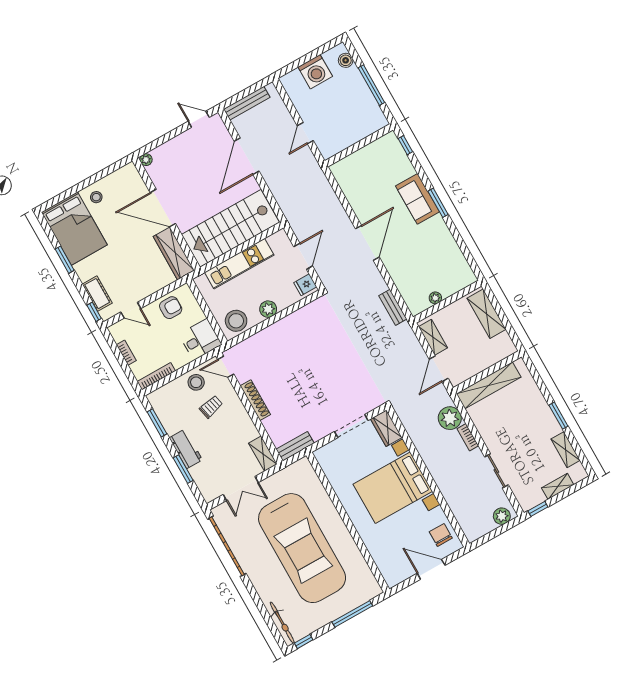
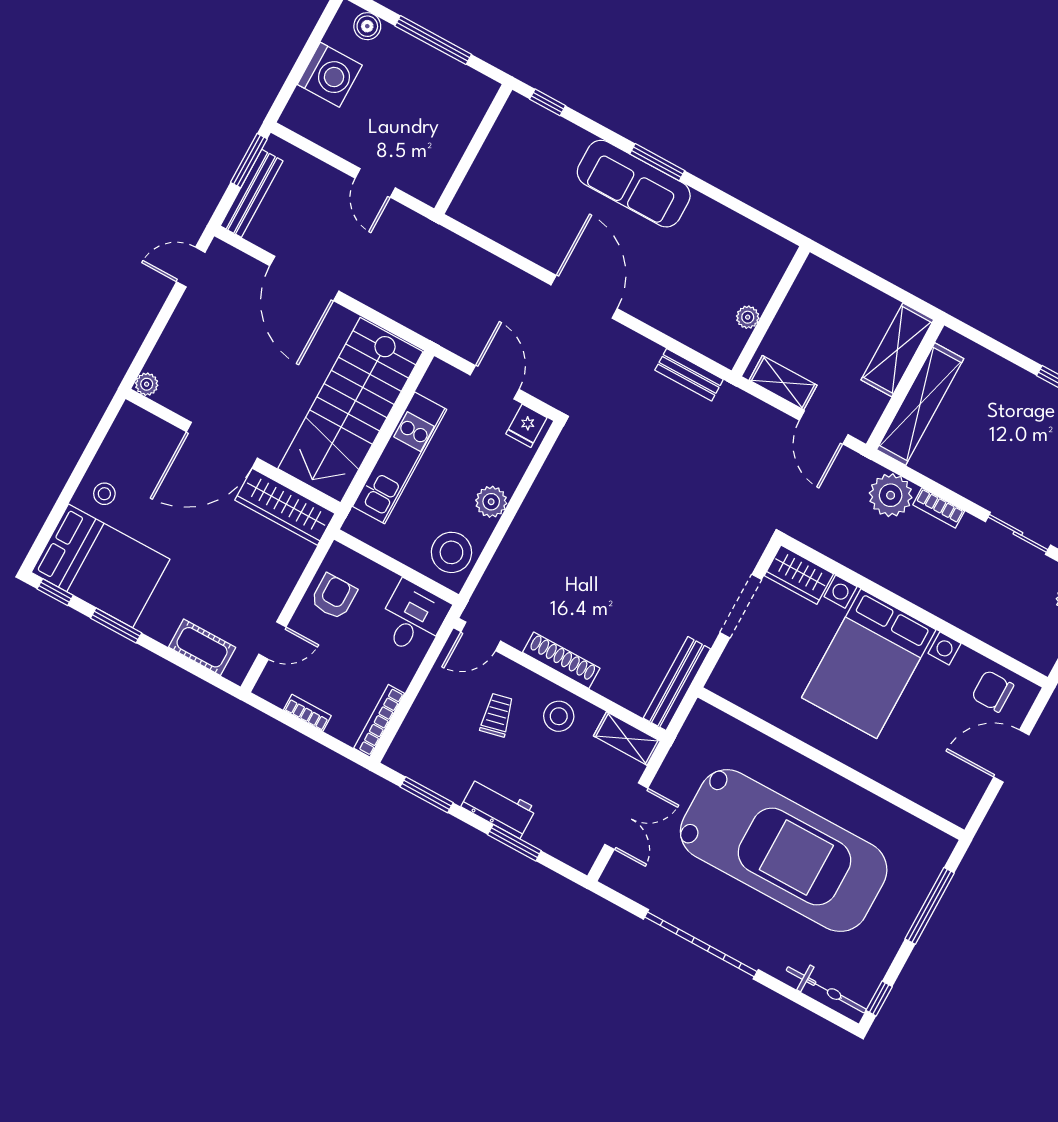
window: (255, 88) -> (249, 161), added
sofa: (418, 199) -> (634, 184), width x1.36
window: (94, 312) -> (55, 592), moved
shelving: (487, 314) -> (897, 350), moved, turned 90
stool: (196, 382) -> (559, 716), moved
bench: (295, 446) -> (677, 684), width x1.36
garage door: (227, 546) -> (701, 944), moved

